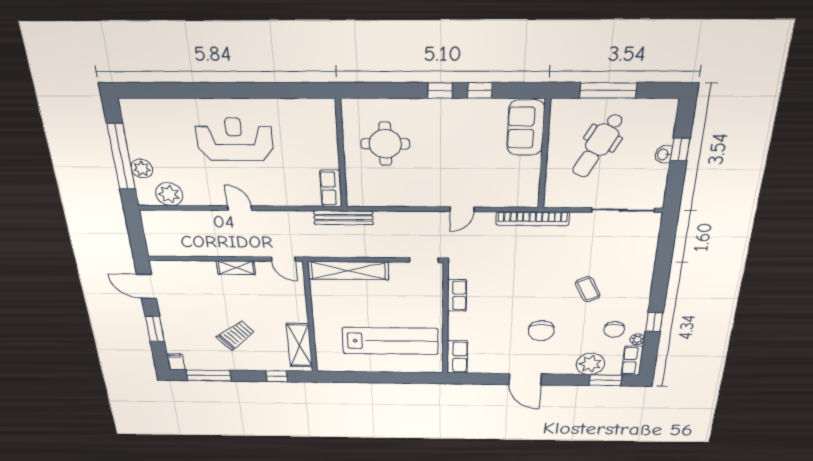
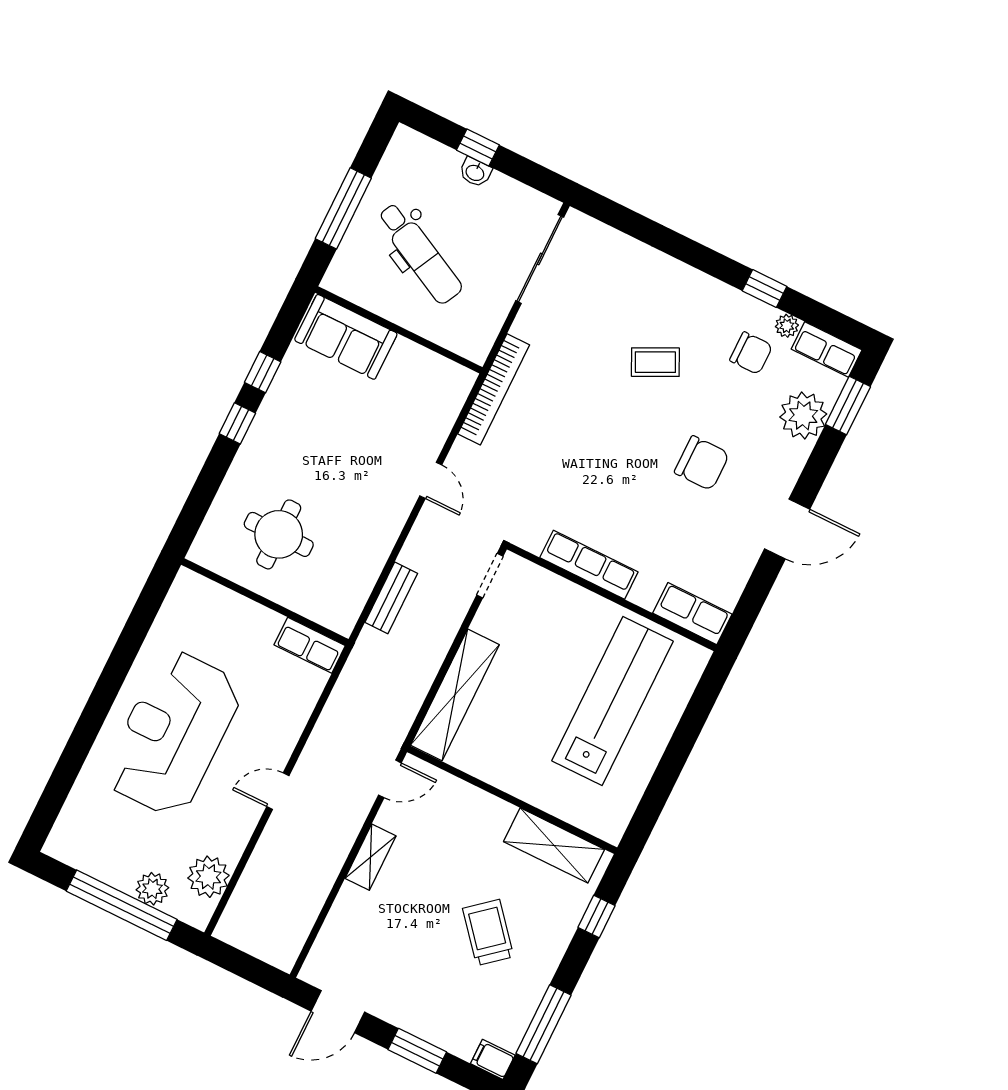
reception desk: (235, 139) -> (173, 733), width x1.36, depth x1.30
bench: (343, 218) -> (391, 598), moved, width x0.73
row of seats: (457, 295) -> (589, 565), width x1.48

